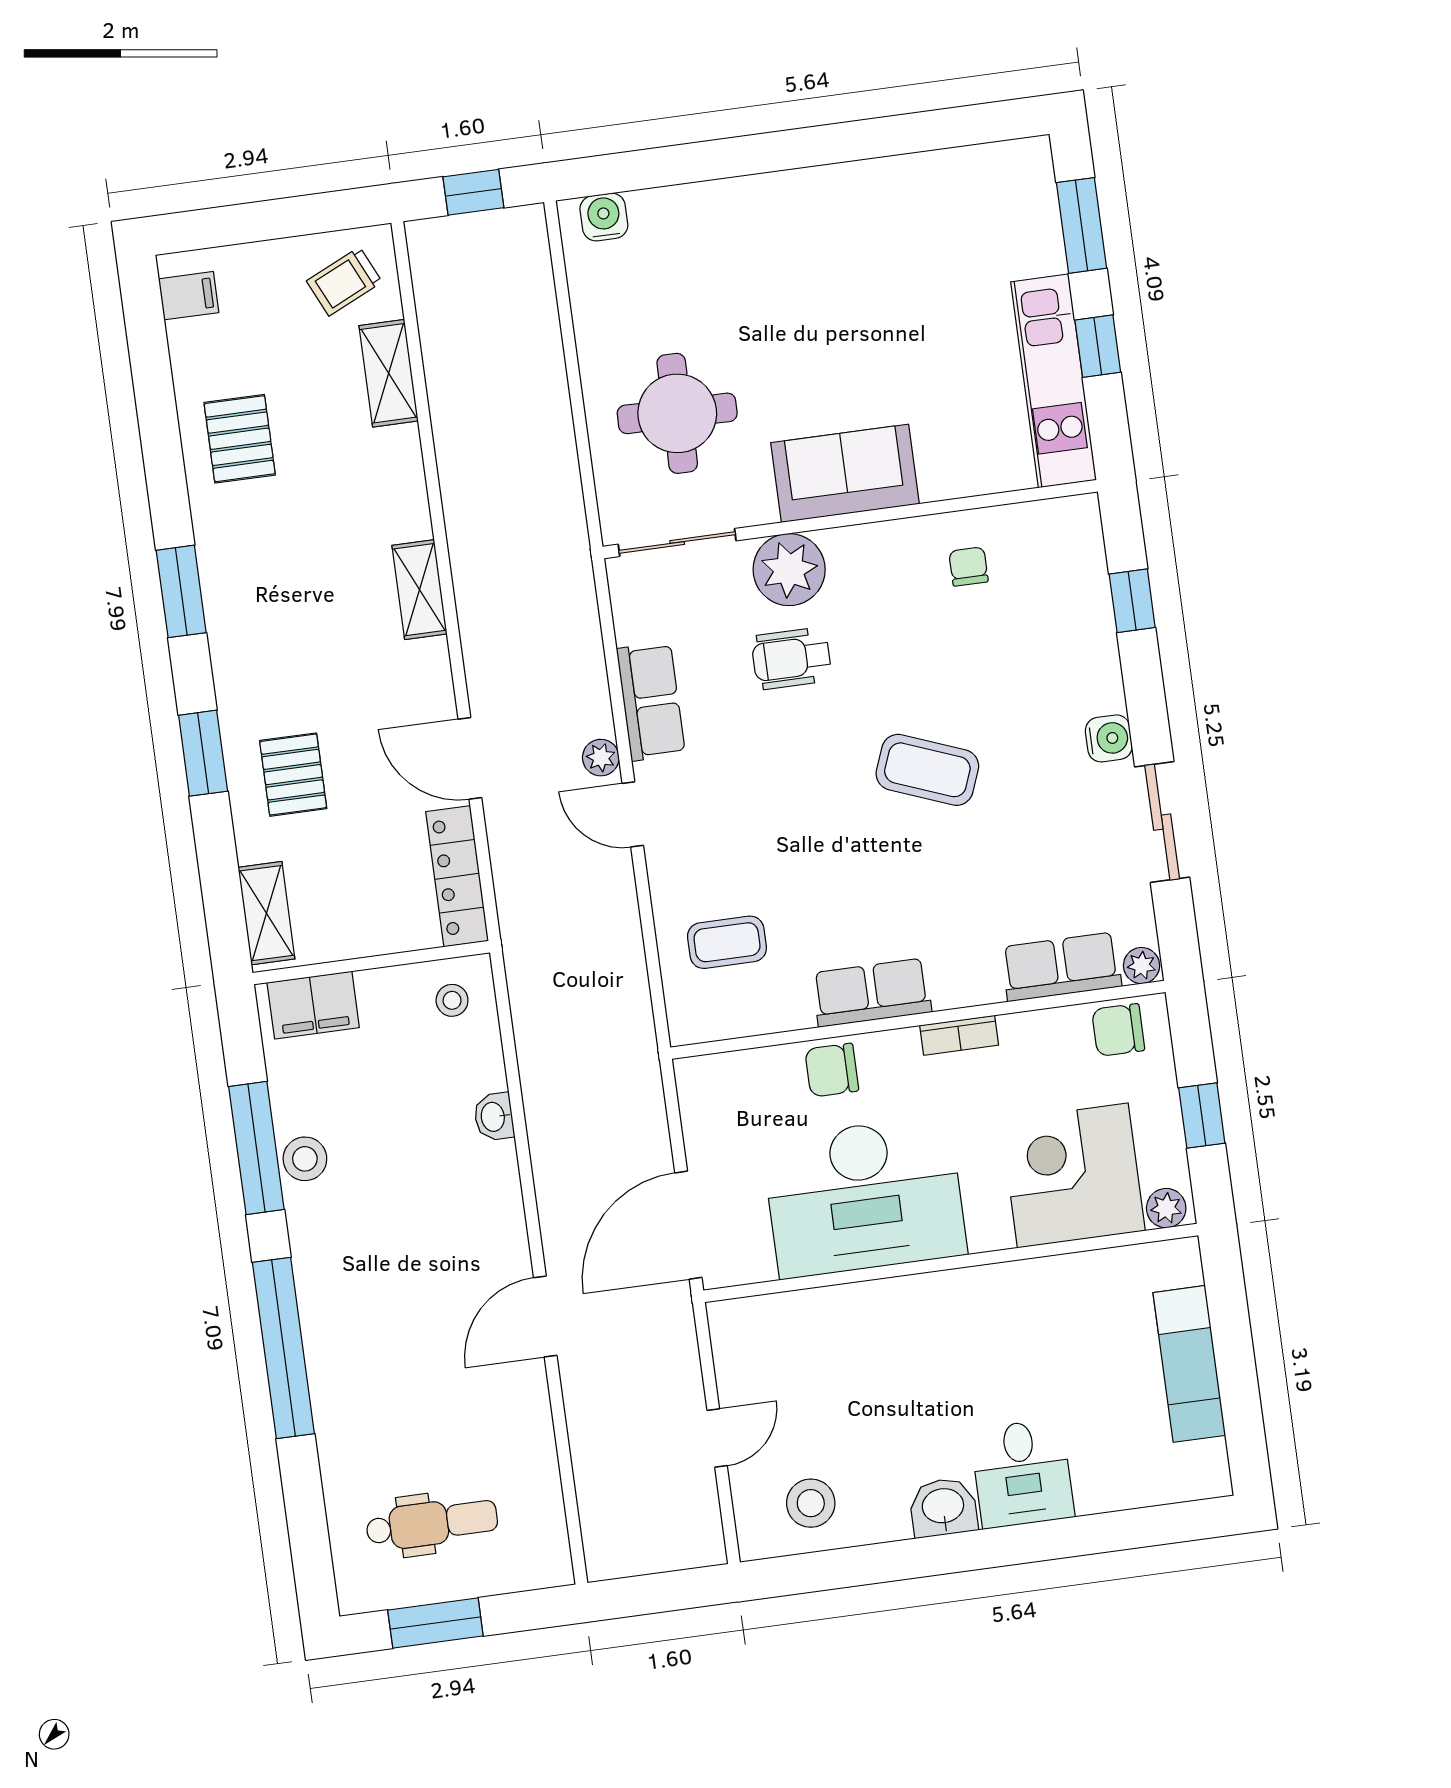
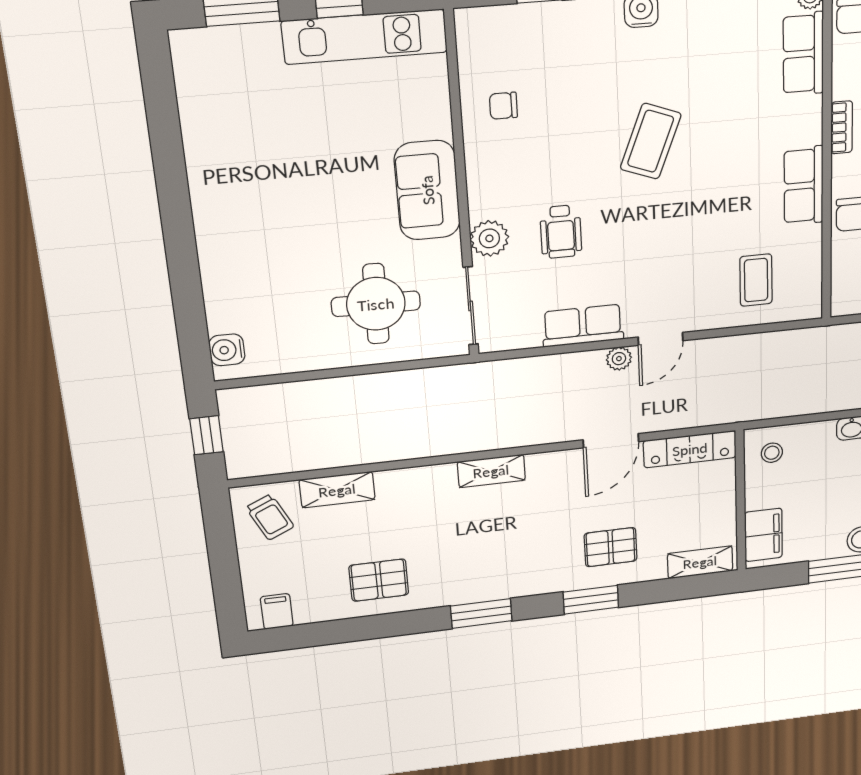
plant: (789, 570) -> (489, 238), width x0.73, depth x0.73

